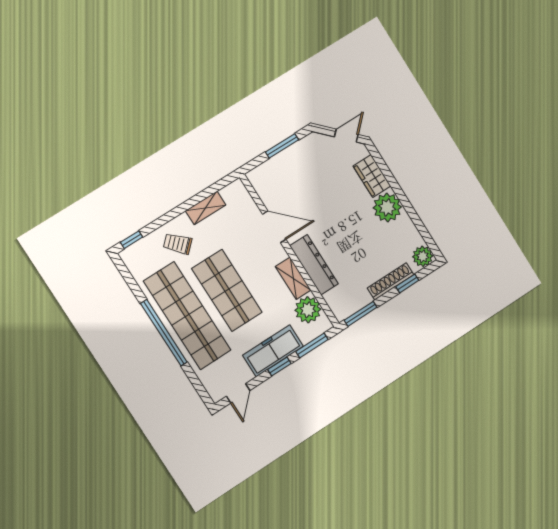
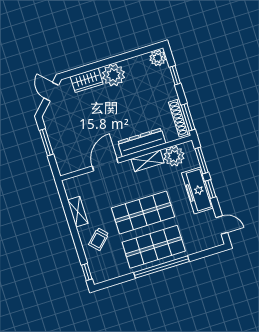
shoe rack: (391, 281) -> (179, 118), moved
shop shelf: (187, 316) -> (154, 247), width x0.71

